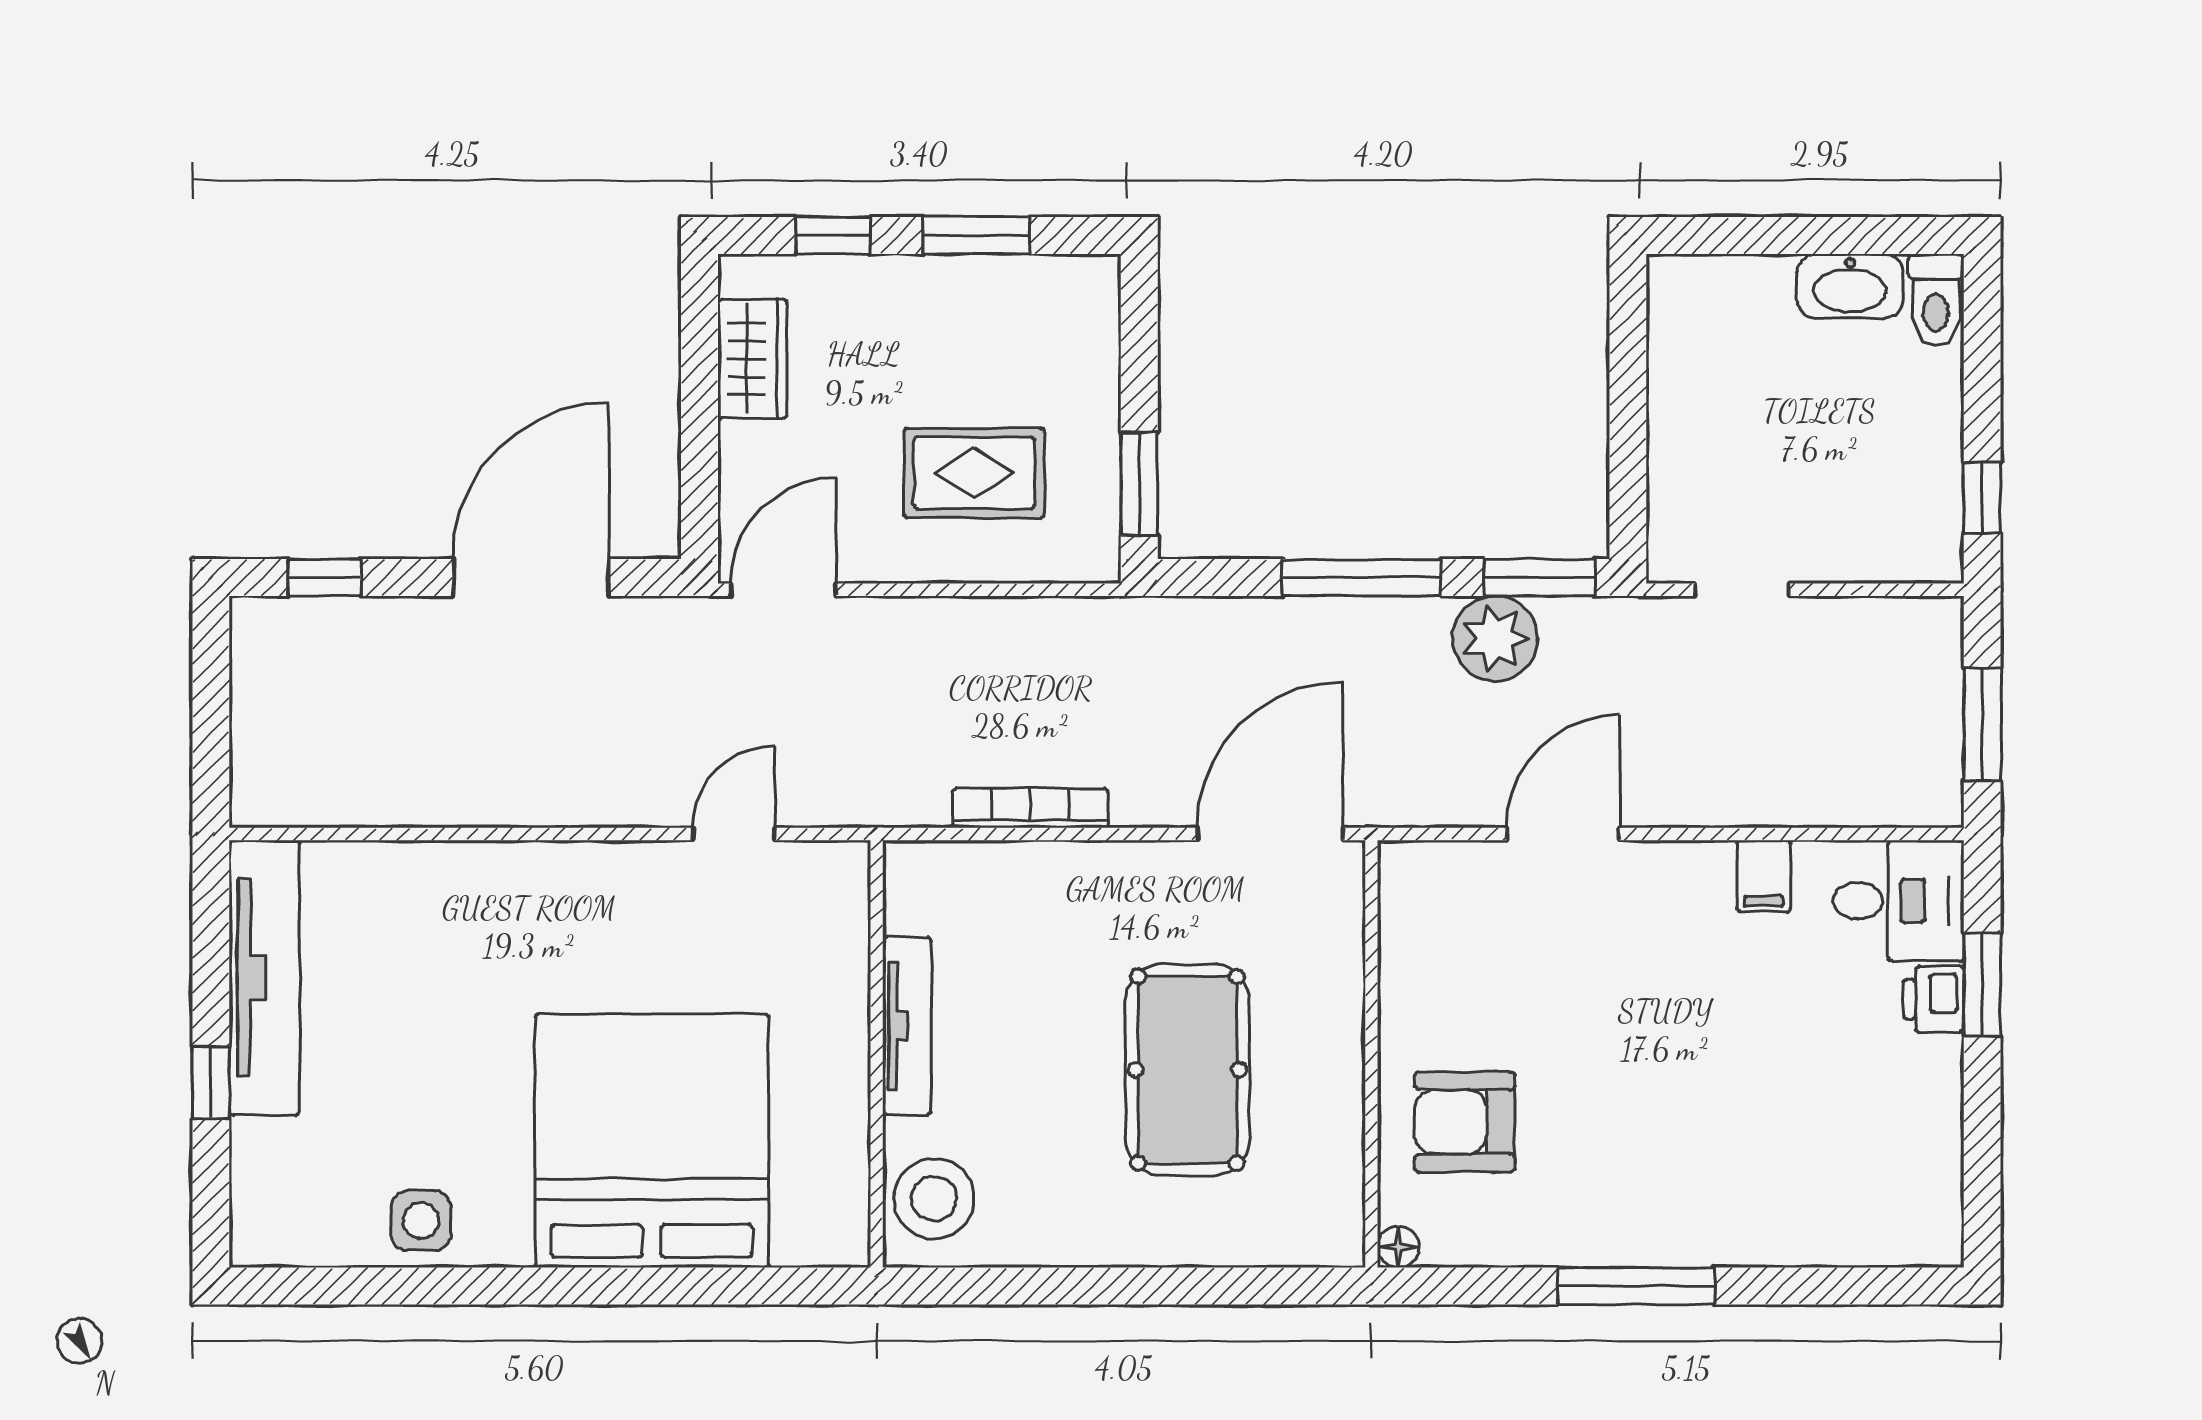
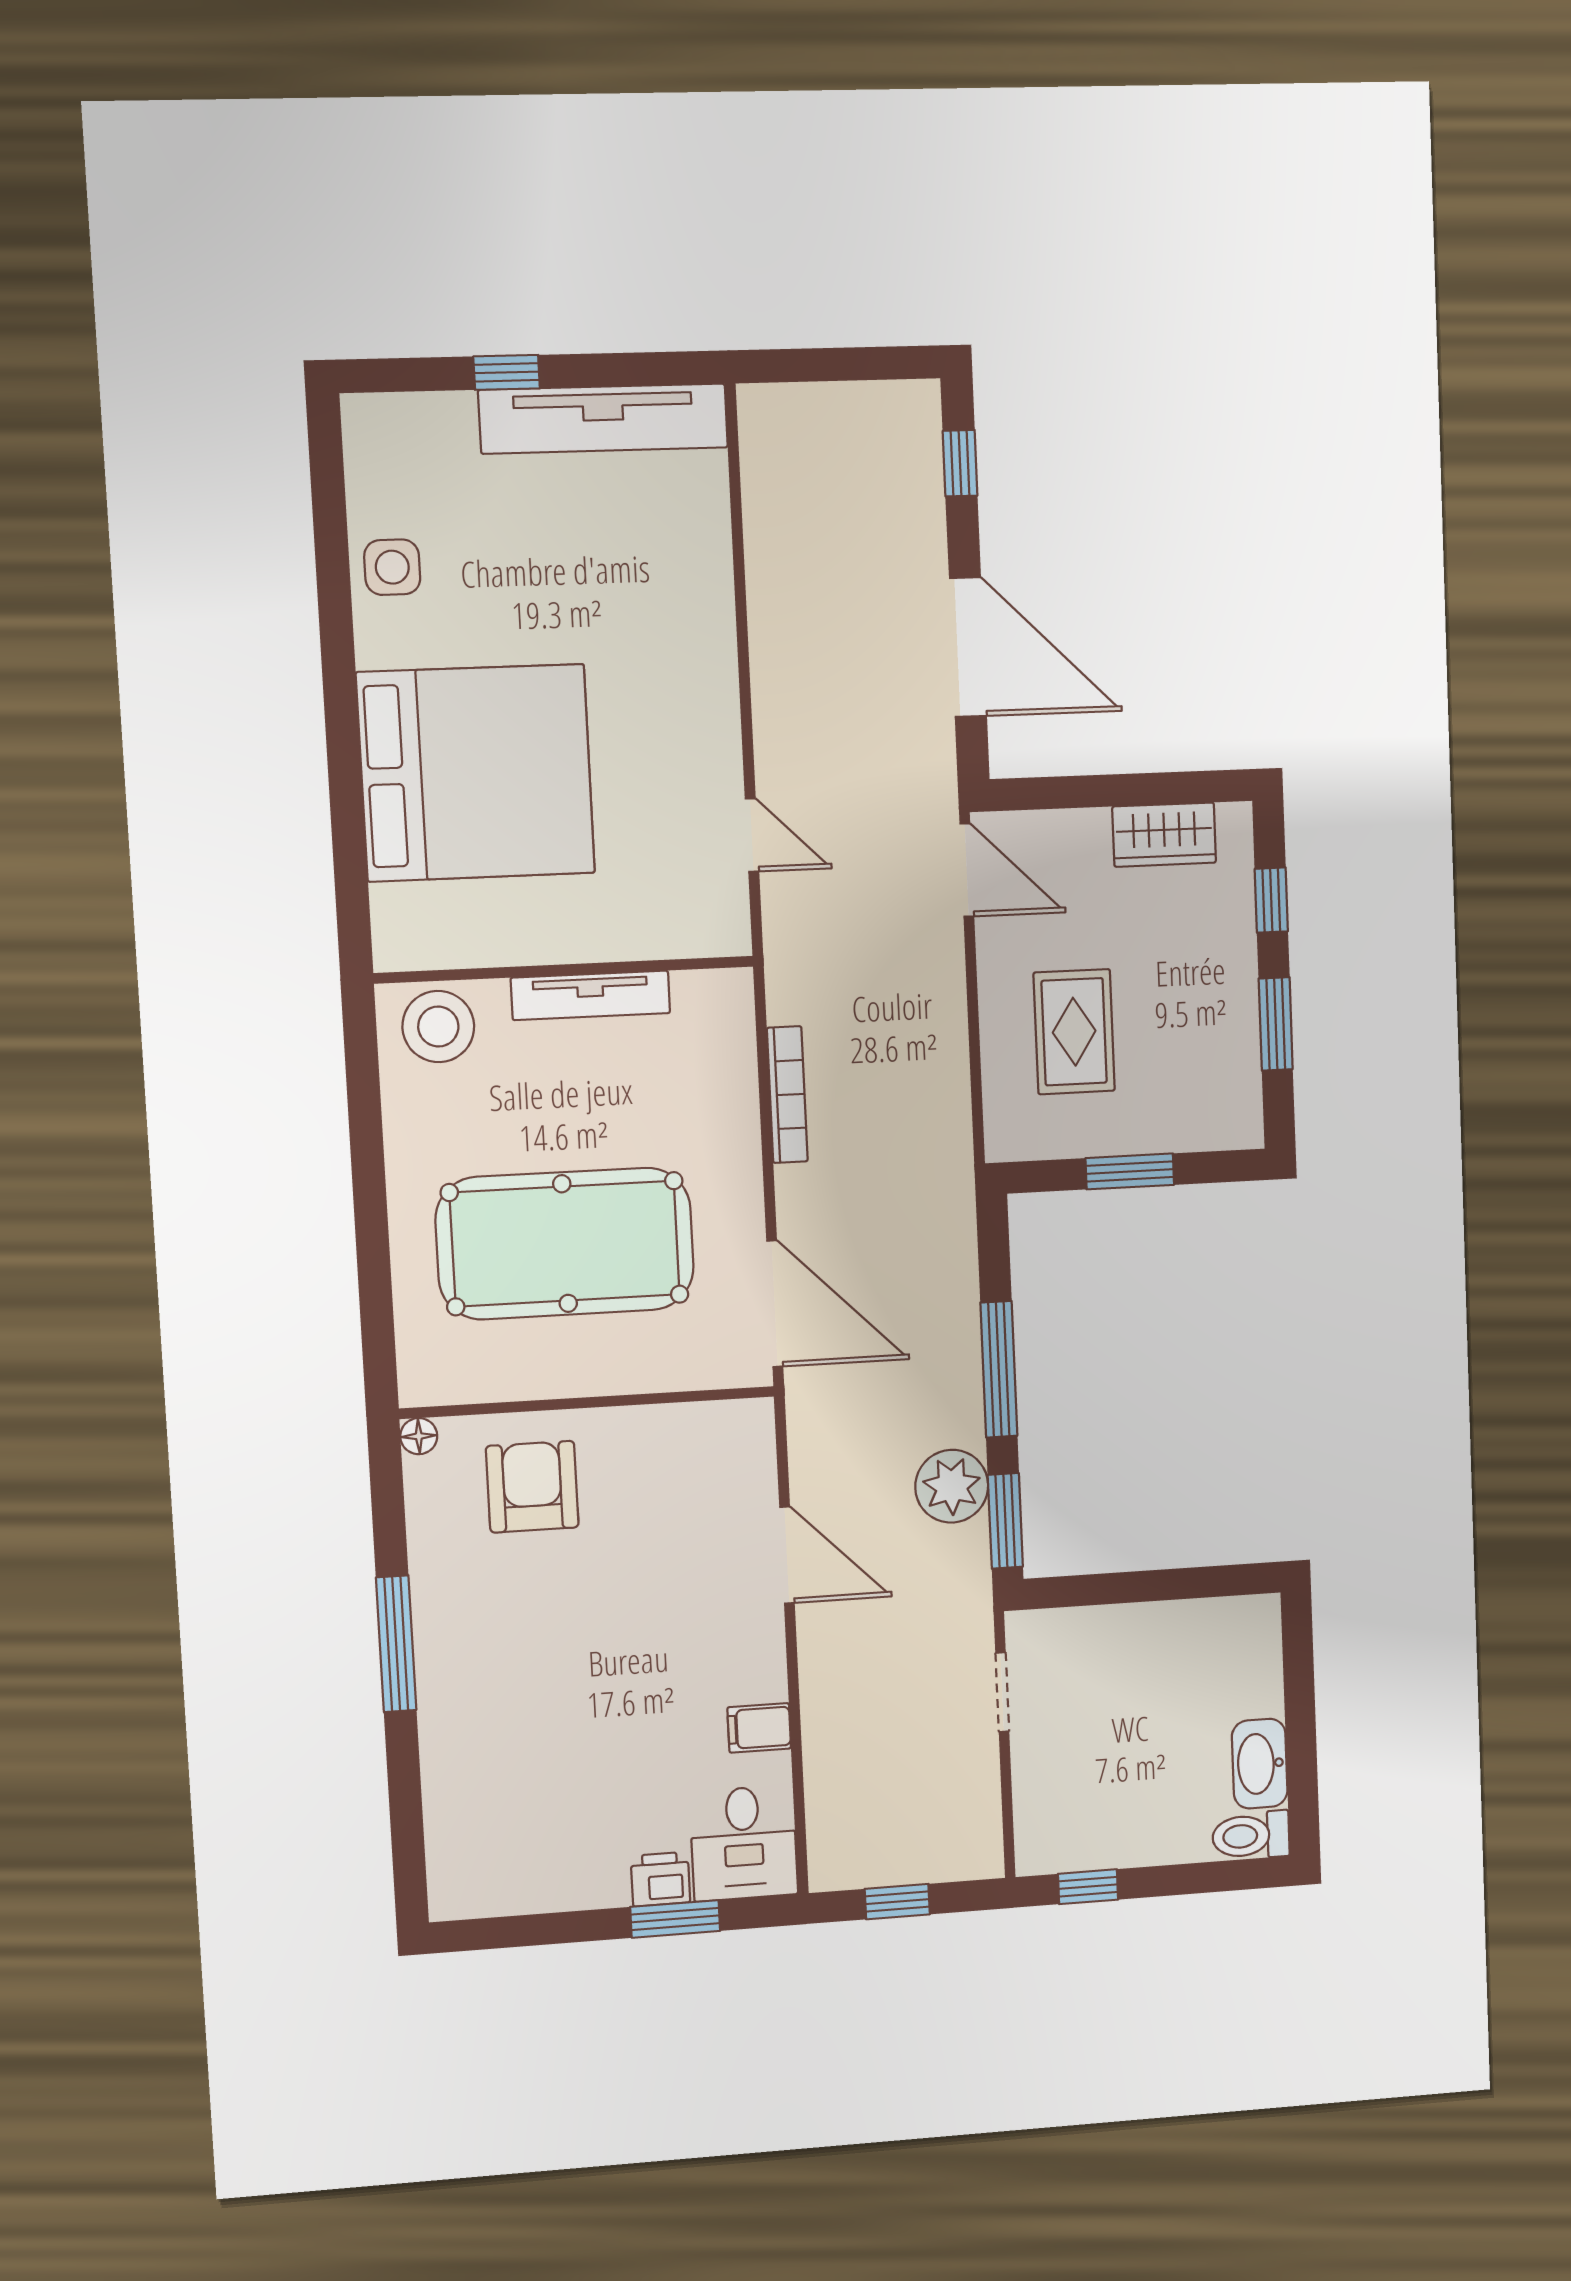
window: (1139, 484) -> (1130, 1171), moved
window: (1982, 724) -> (897, 1902), width x0.67
pool table: (1187, 1070) -> (565, 1244), width x1.36, depth x1.32

